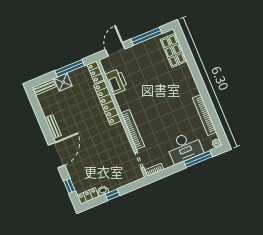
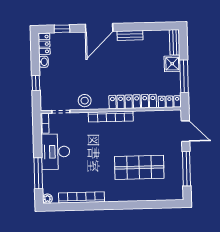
shop shelf: (173, 51) -> (139, 167), moved, width x1.43, depth x1.36
printer: (116, 81) -> (152, 119), removed
bookcase: (133, 130) -> (111, 117), moved
stool: (122, 144) -> (85, 101), added
desk: (185, 147) -> (55, 152), moved
door: (57, 155) -> (99, 28), hinge flipped
window: (112, 195) -> (36, 83), moved

